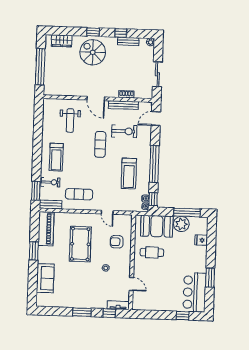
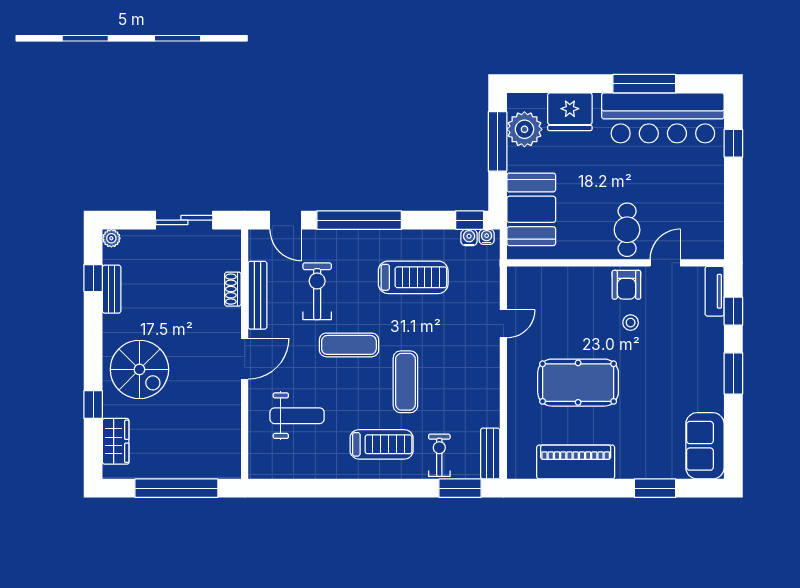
window: (93, 32) -> (93, 405), moved
window: (121, 33) -> (93, 278), moved
spiral stairs: (93, 52) -> (139, 369), turned -90
window: (154, 164) -> (359, 220), moved
exercise mat: (79, 194) -> (405, 382), moved
plant: (181, 224) -> (524, 129), moved
piano: (46, 229) -> (576, 462), moved
fridge: (201, 240) -> (570, 112), width x1.88, depth x1.34
armchair: (117, 242) -> (626, 285), moved
window: (34, 251) -> (655, 488), moved
cafe table: (152, 252) -> (627, 230), moved
sofa: (45, 278) -> (705, 446), moved, turned -90
window: (210, 278) -> (644, 84), width x1.44
bar counter: (195, 292) -> (663, 118), width x1.36

